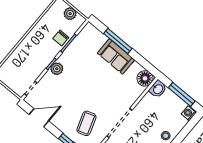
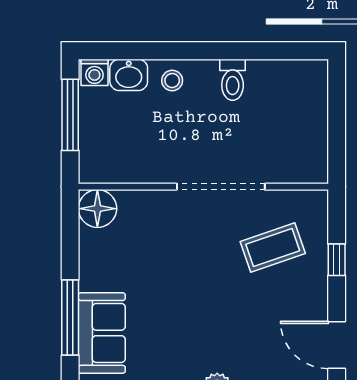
sofa: (116, 56) -> (102, 333), moved
washbasin: (158, 89) -> (129, 75), moved, turned 180

